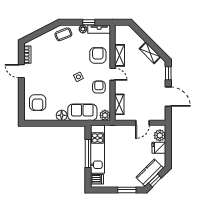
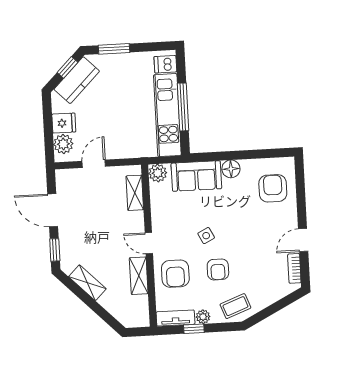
door: (21, 71) -> (303, 240), swing flipped
armchair: (99, 87) -> (218, 269), moved

